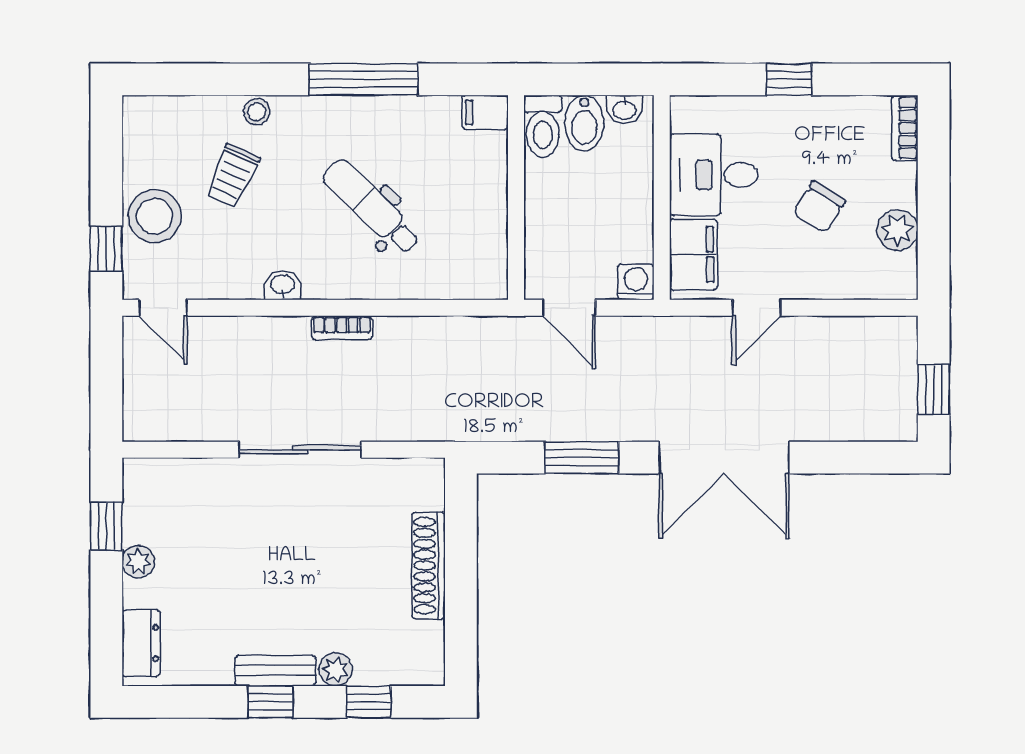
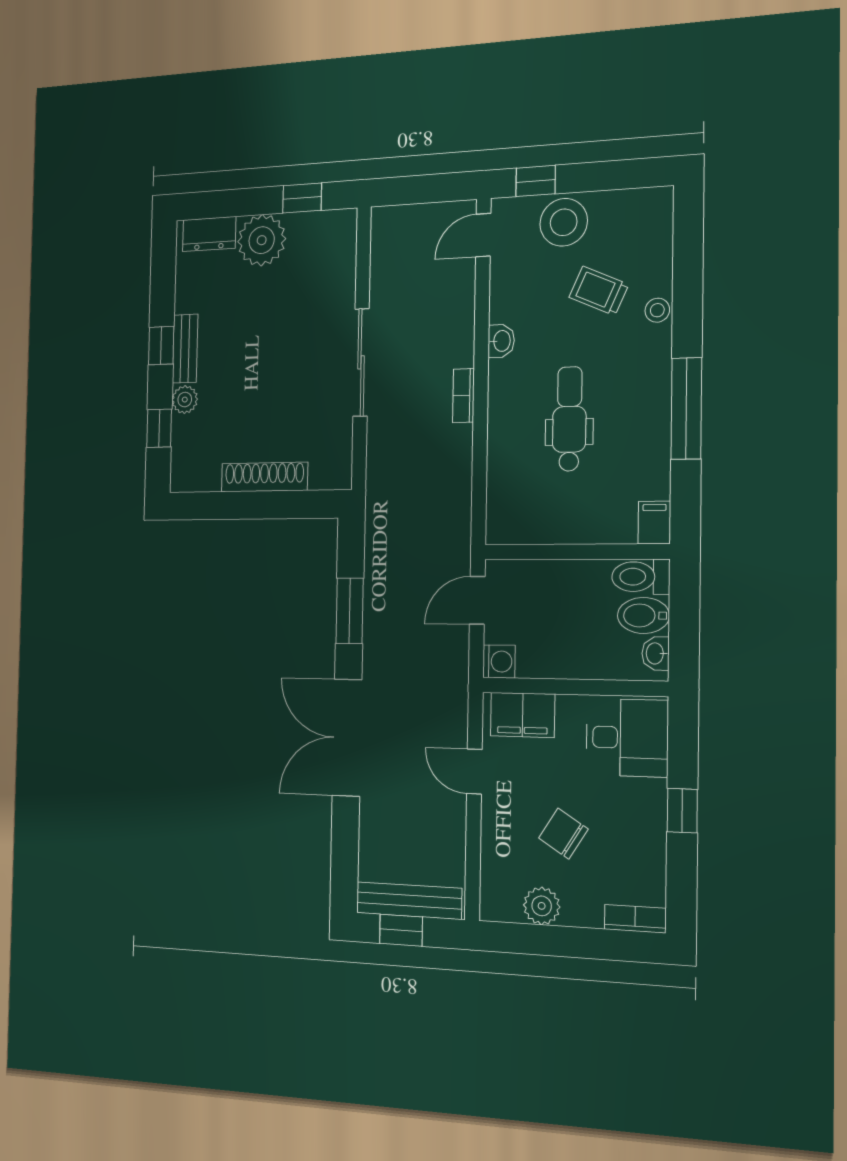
desk: (714, 175) -> (627, 738), moved, turned 90
dental chair: (371, 207) -> (569, 419), turned -44
bench: (901, 381) -> (409, 901), added
plant: (138, 562) -> (262, 240), width x1.88, depth x1.88

